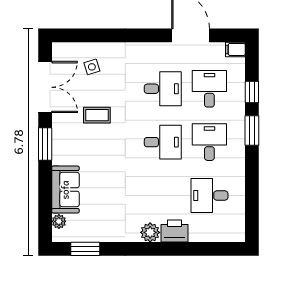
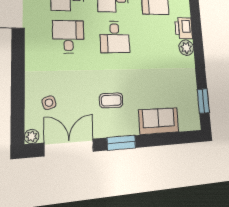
coffee table: (97, 115) -> (111, 100), moved, turned 90
desk: (163, 142) -> (115, 37), turned 180
plant: (59, 221) -> (32, 136), moved

